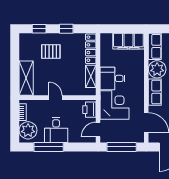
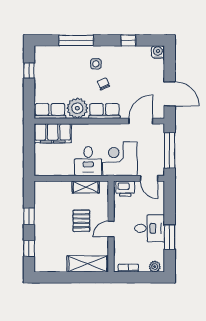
filing cabinet: (128, 41) -> (53, 133), moved, turned 90
locker: (91, 49) -> (53, 187), removed
pallet: (51, 52) -> (81, 221), moved
plant: (28, 130) -> (155, 267), width x0.53, depth x0.53
window: (49, 147) -> (170, 237), width x0.69

